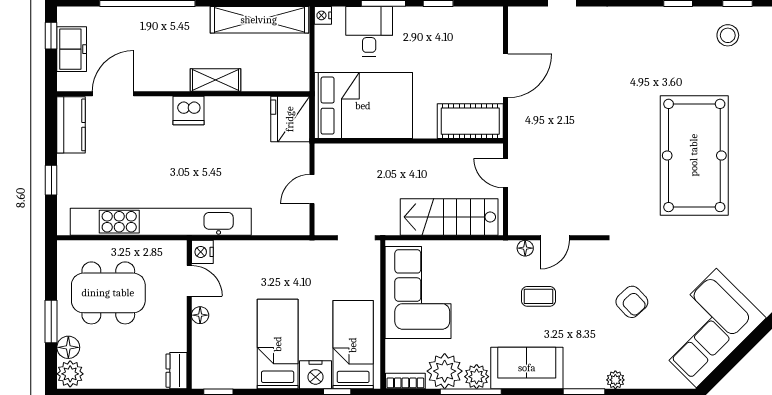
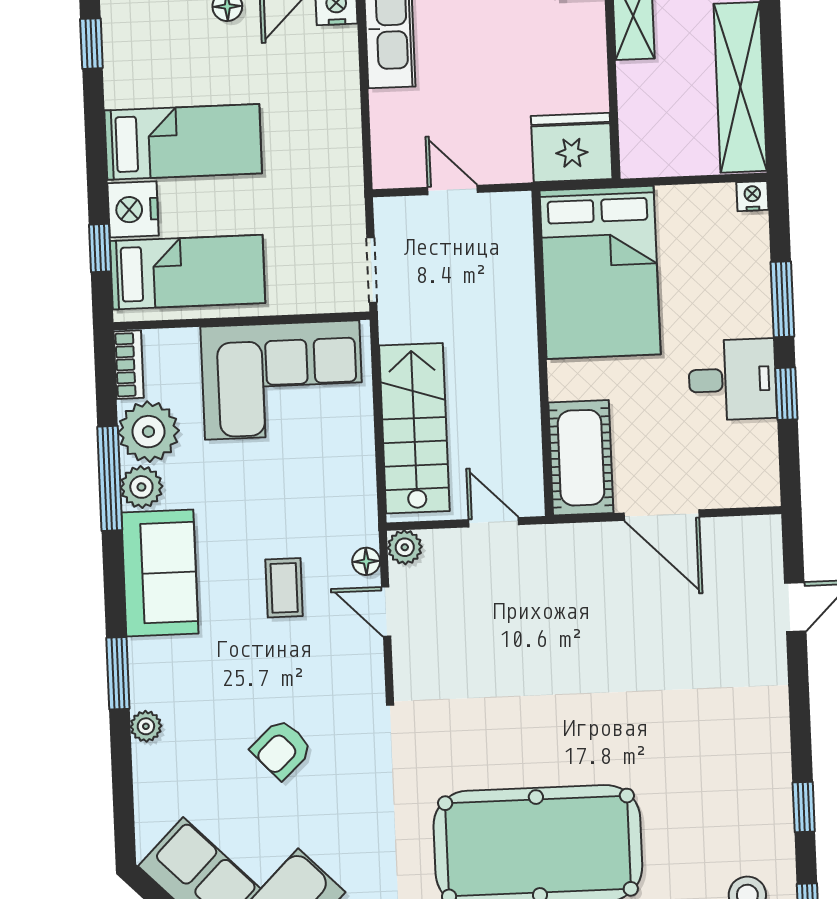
desk: (369, 31) -> (732, 380), moved
door: (506, 173) -> (494, 522), hinge flipped
plant: (518, 225) -> (405, 547), added

